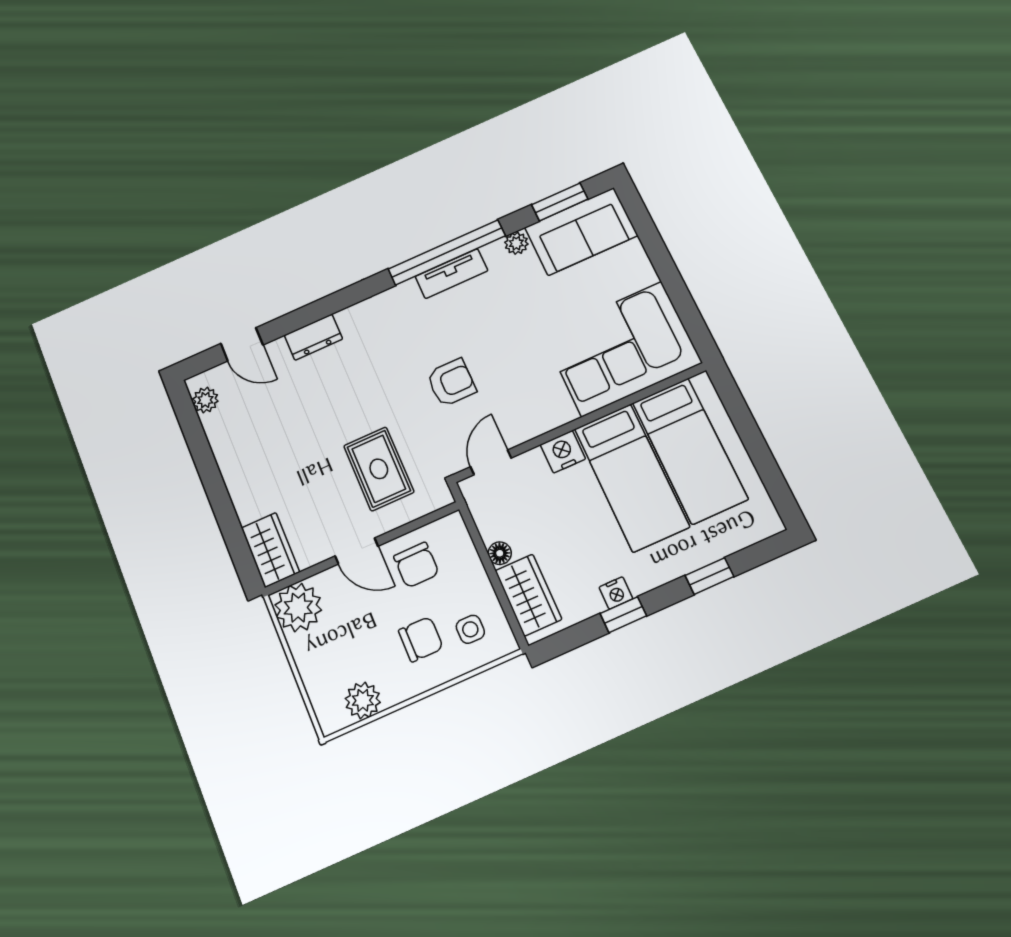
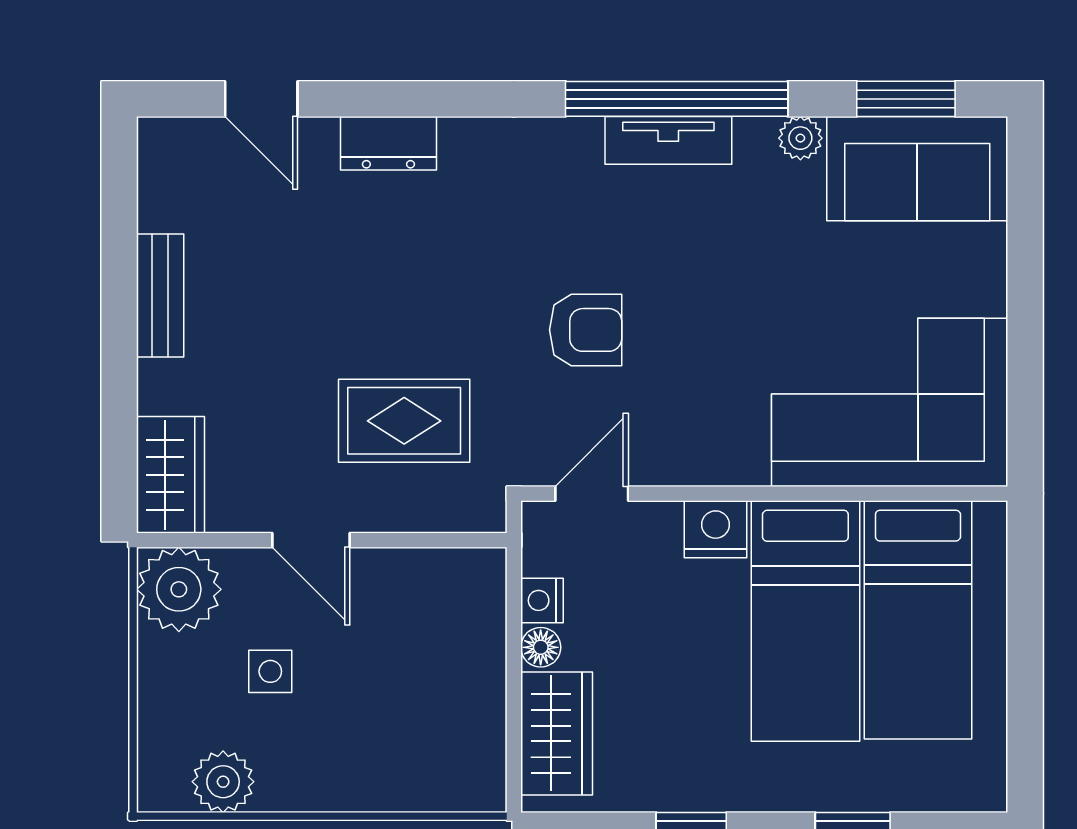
plant: (205, 400) -> (161, 169), removed
bench: (229, 462) -> (160, 296), added
rug: (379, 469) -> (404, 421), turned 90
chair: (416, 565) -> (399, 606), removed
nightstand: (616, 593) -> (542, 600), moved, turned 90
side table: (470, 629) -> (270, 671), moved
chair: (421, 639) -> (356, 727), removed

